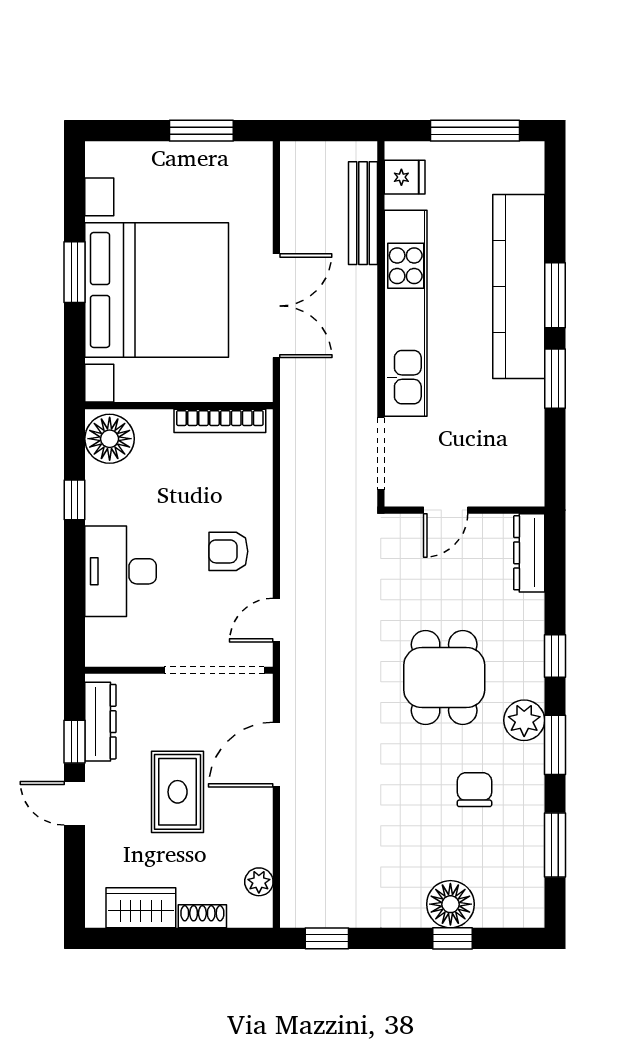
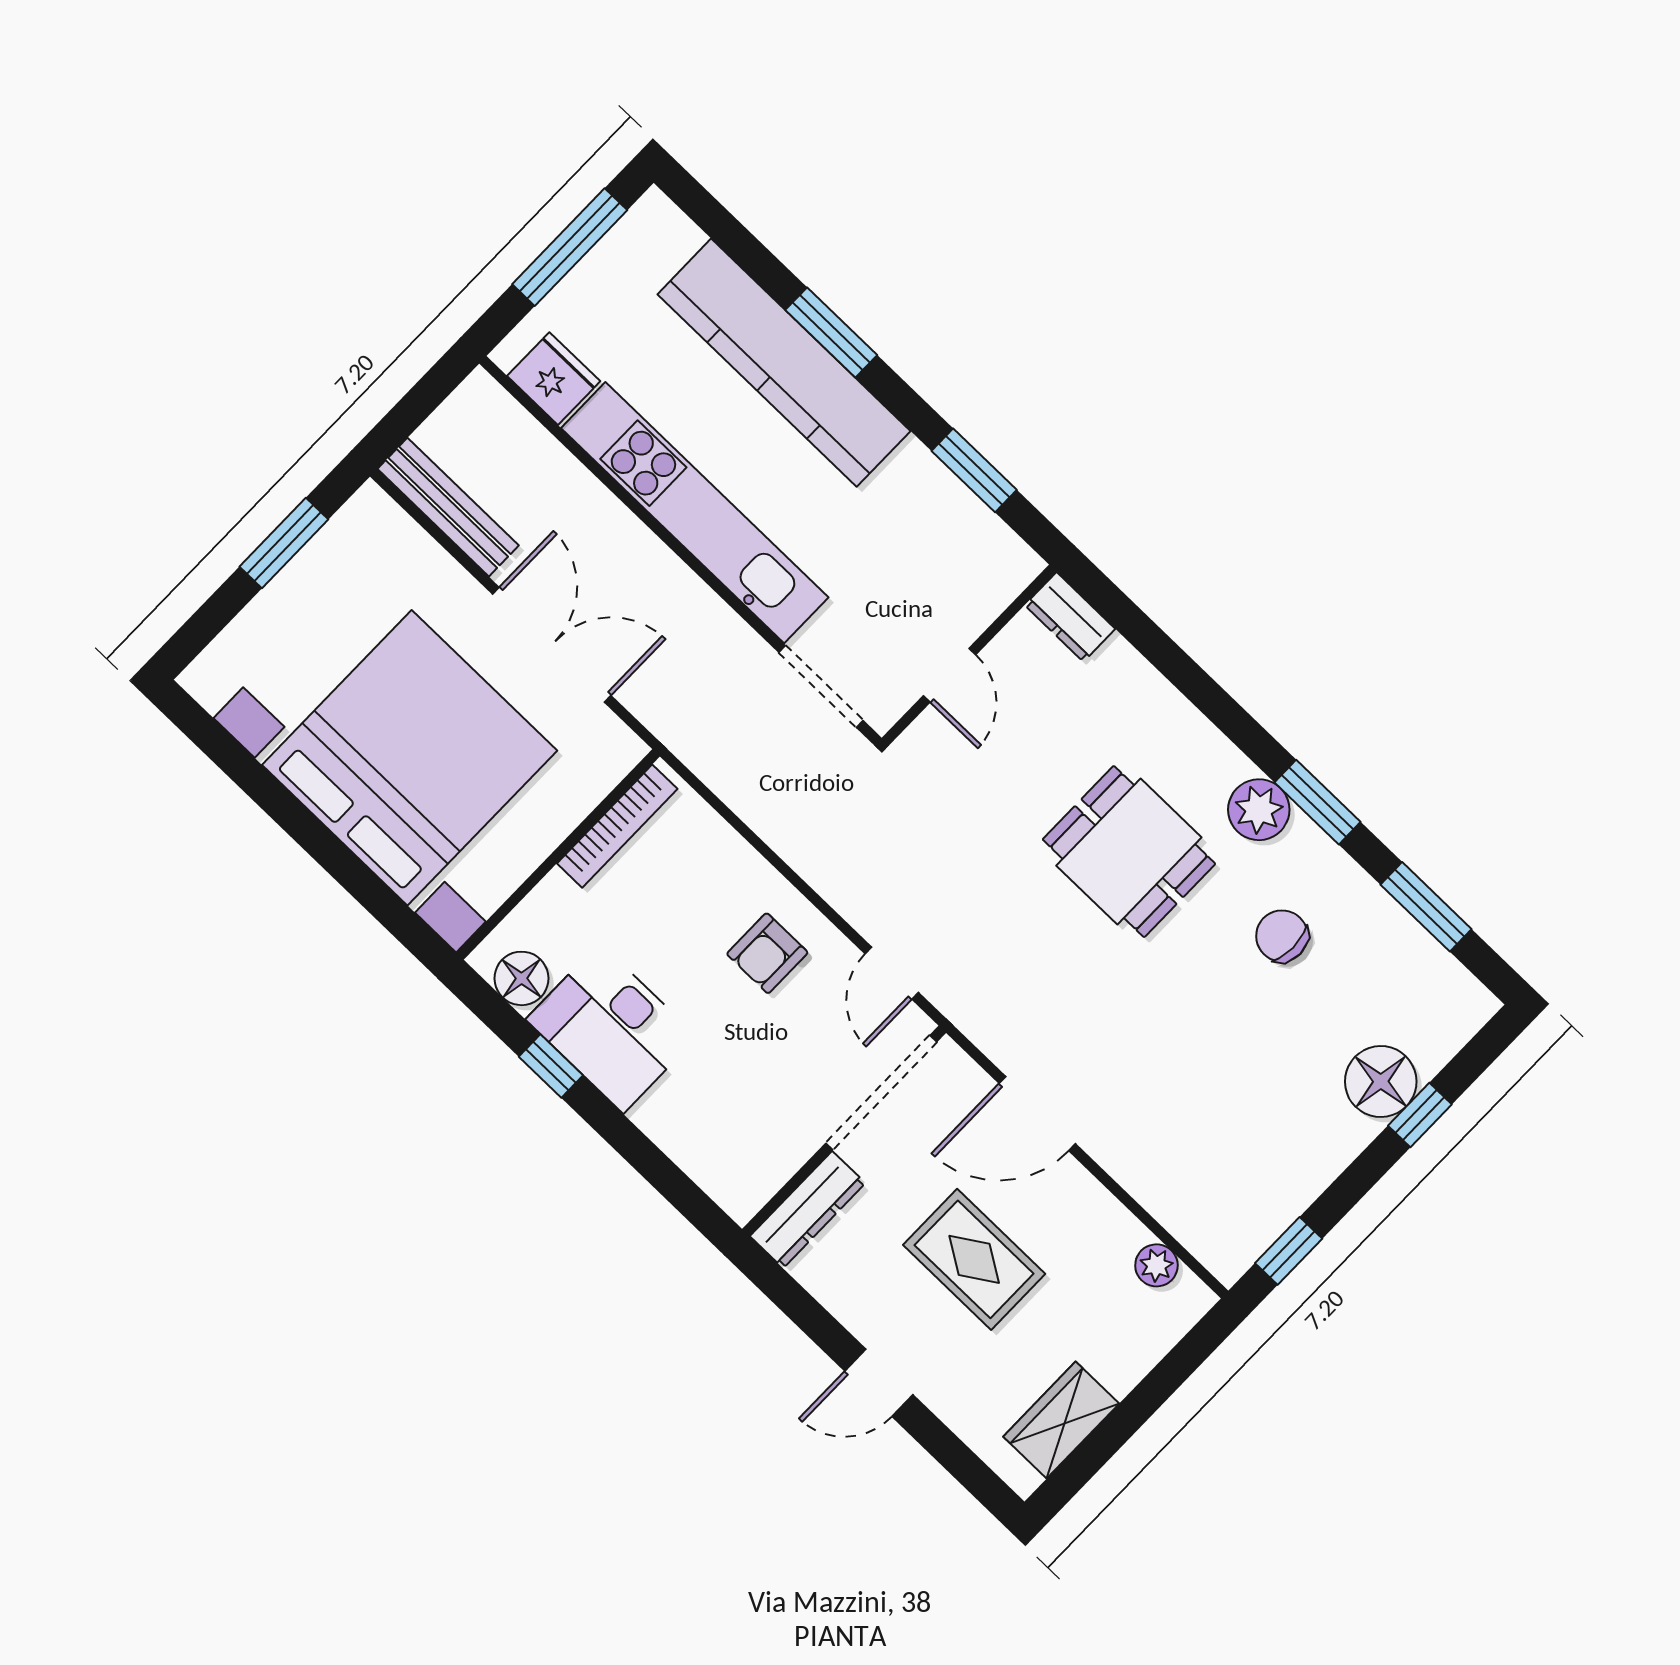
fridge: (405, 177) -> (554, 379), width x1.38
bench: (363, 213) -> (448, 507), moved
window: (75, 272) -> (305, 828), removed
window: (555, 379) -> (974, 470), moved
floor lamp: (110, 439) -> (521, 978), width x0.73, depth x0.73
dresser: (529, 553) -> (1070, 617), width x0.70
desk: (121, 571) -> (611, 1028), moved
window: (555, 656) -> (1221, 709), removed
dresser: (100, 722) -> (808, 1210), moved, turned 90
window: (75, 742) -> (812, 1318), removed
door: (276, 755) -> (1037, 1114), hinge flipped
shoe rack: (202, 916) -> (1135, 1362), removed

